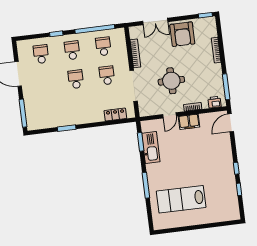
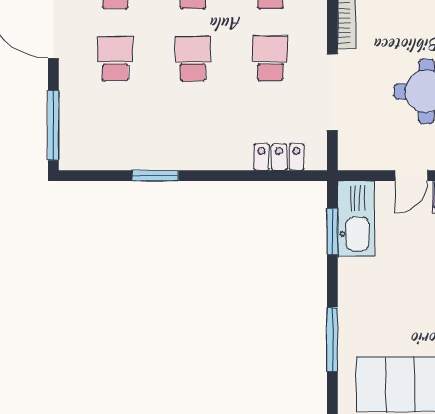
school desk: (45, 83) -> (115, 58), added
kitchen sink: (151, 147) -> (356, 219), moved

